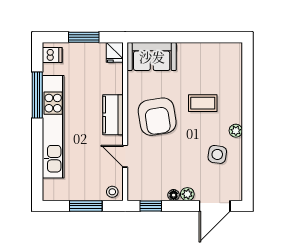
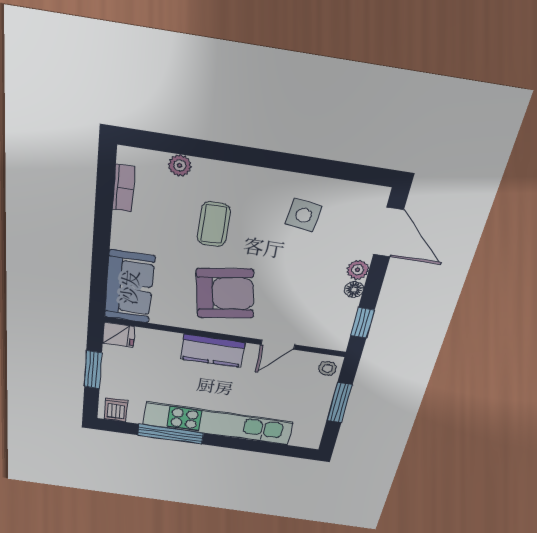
bookcase: (217, 48) -> (124, 188), added
plant: (236, 131) -> (180, 165), moved

